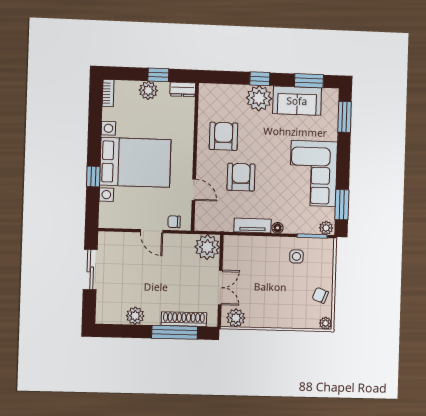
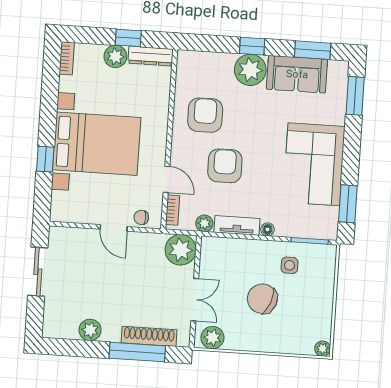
dresser: (183, 89) -> (151, 56), width x1.44
bookcase: (200, 215) -> (173, 210), added
plant: (326, 228) -> (204, 223), moved
chair: (320, 295) -> (262, 299), moved, width x1.87, depth x1.87

